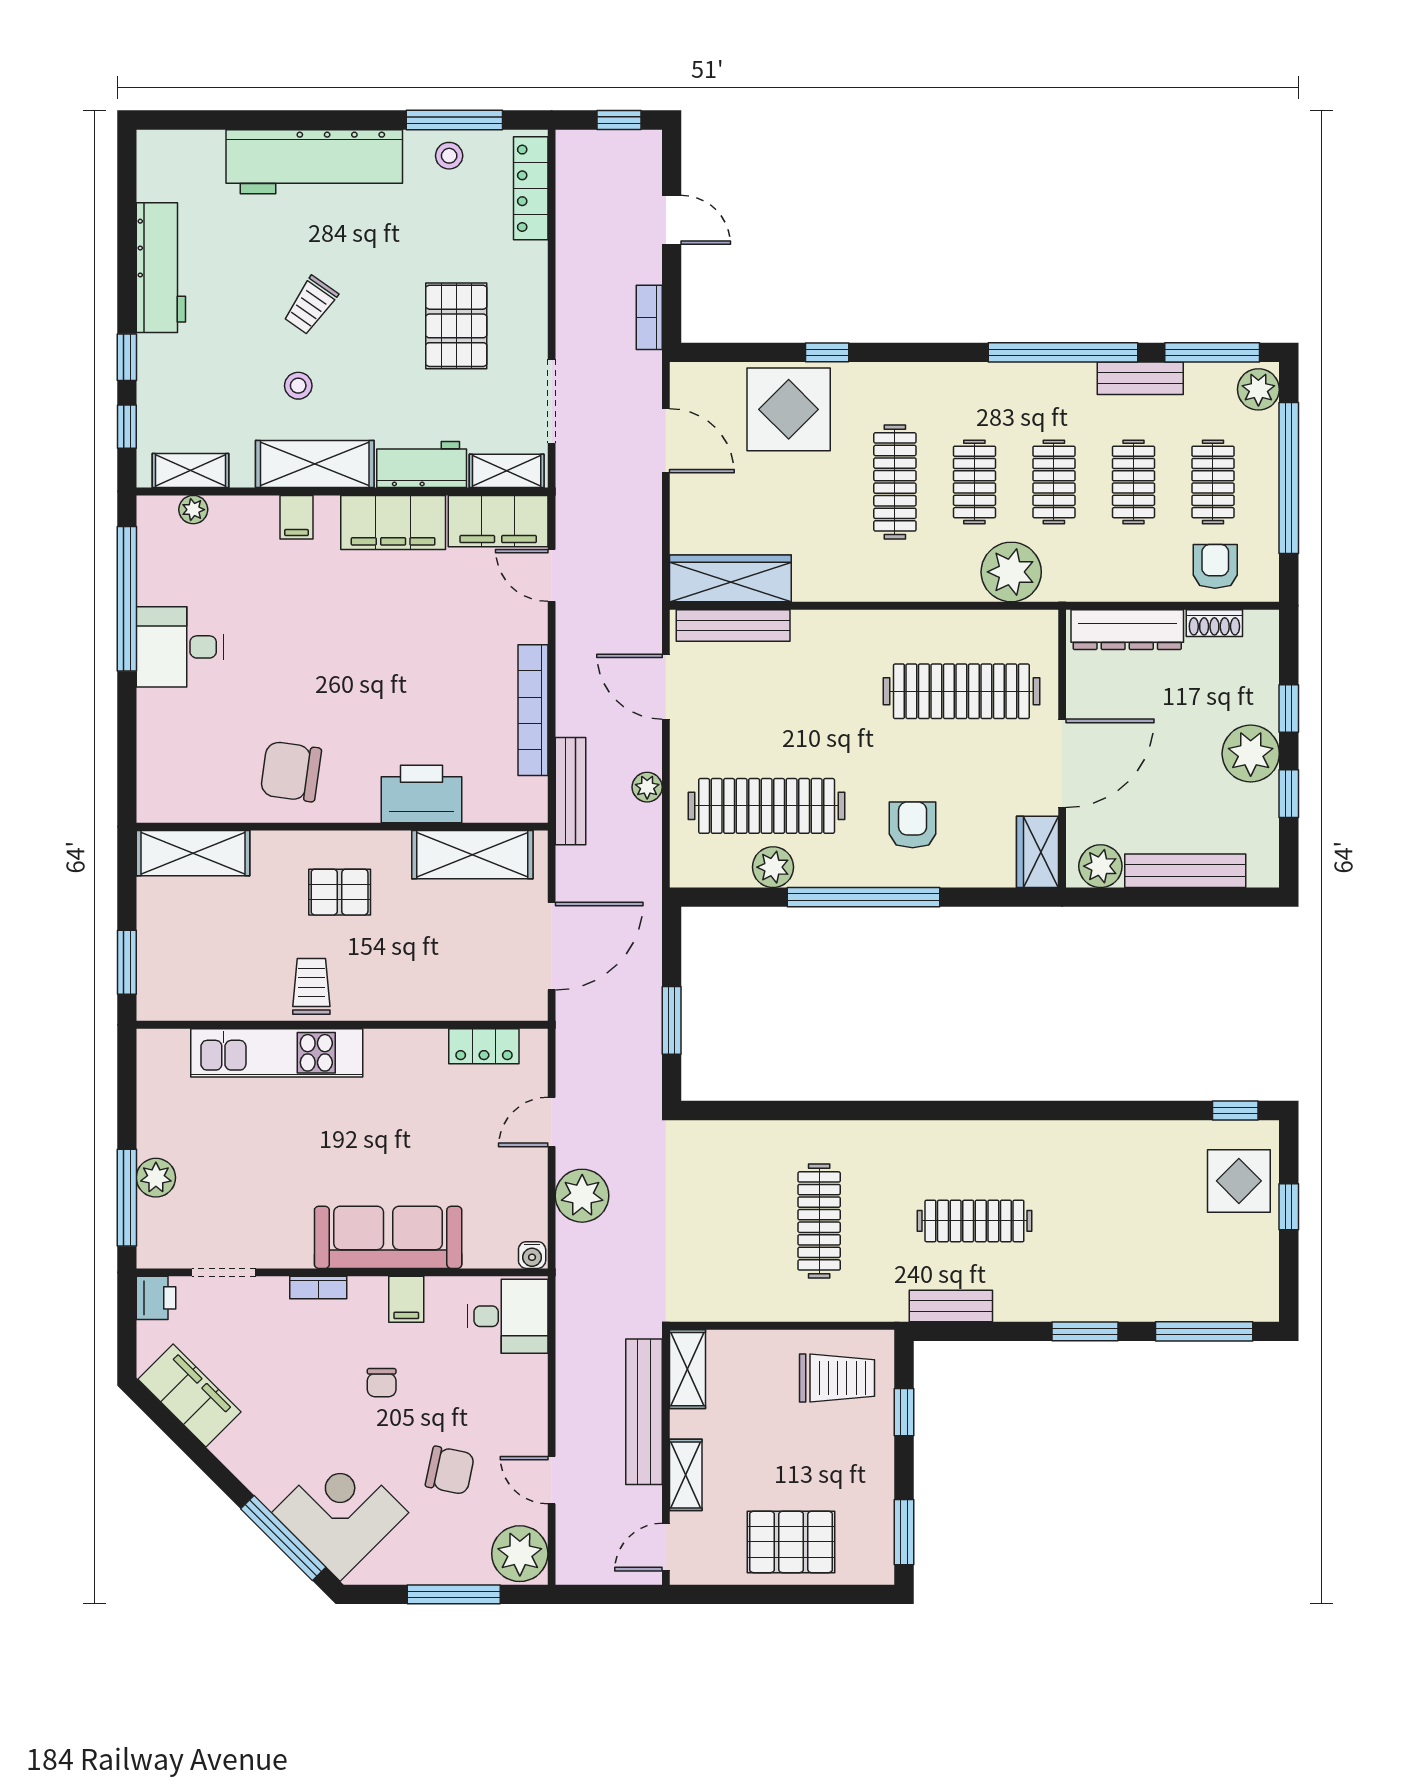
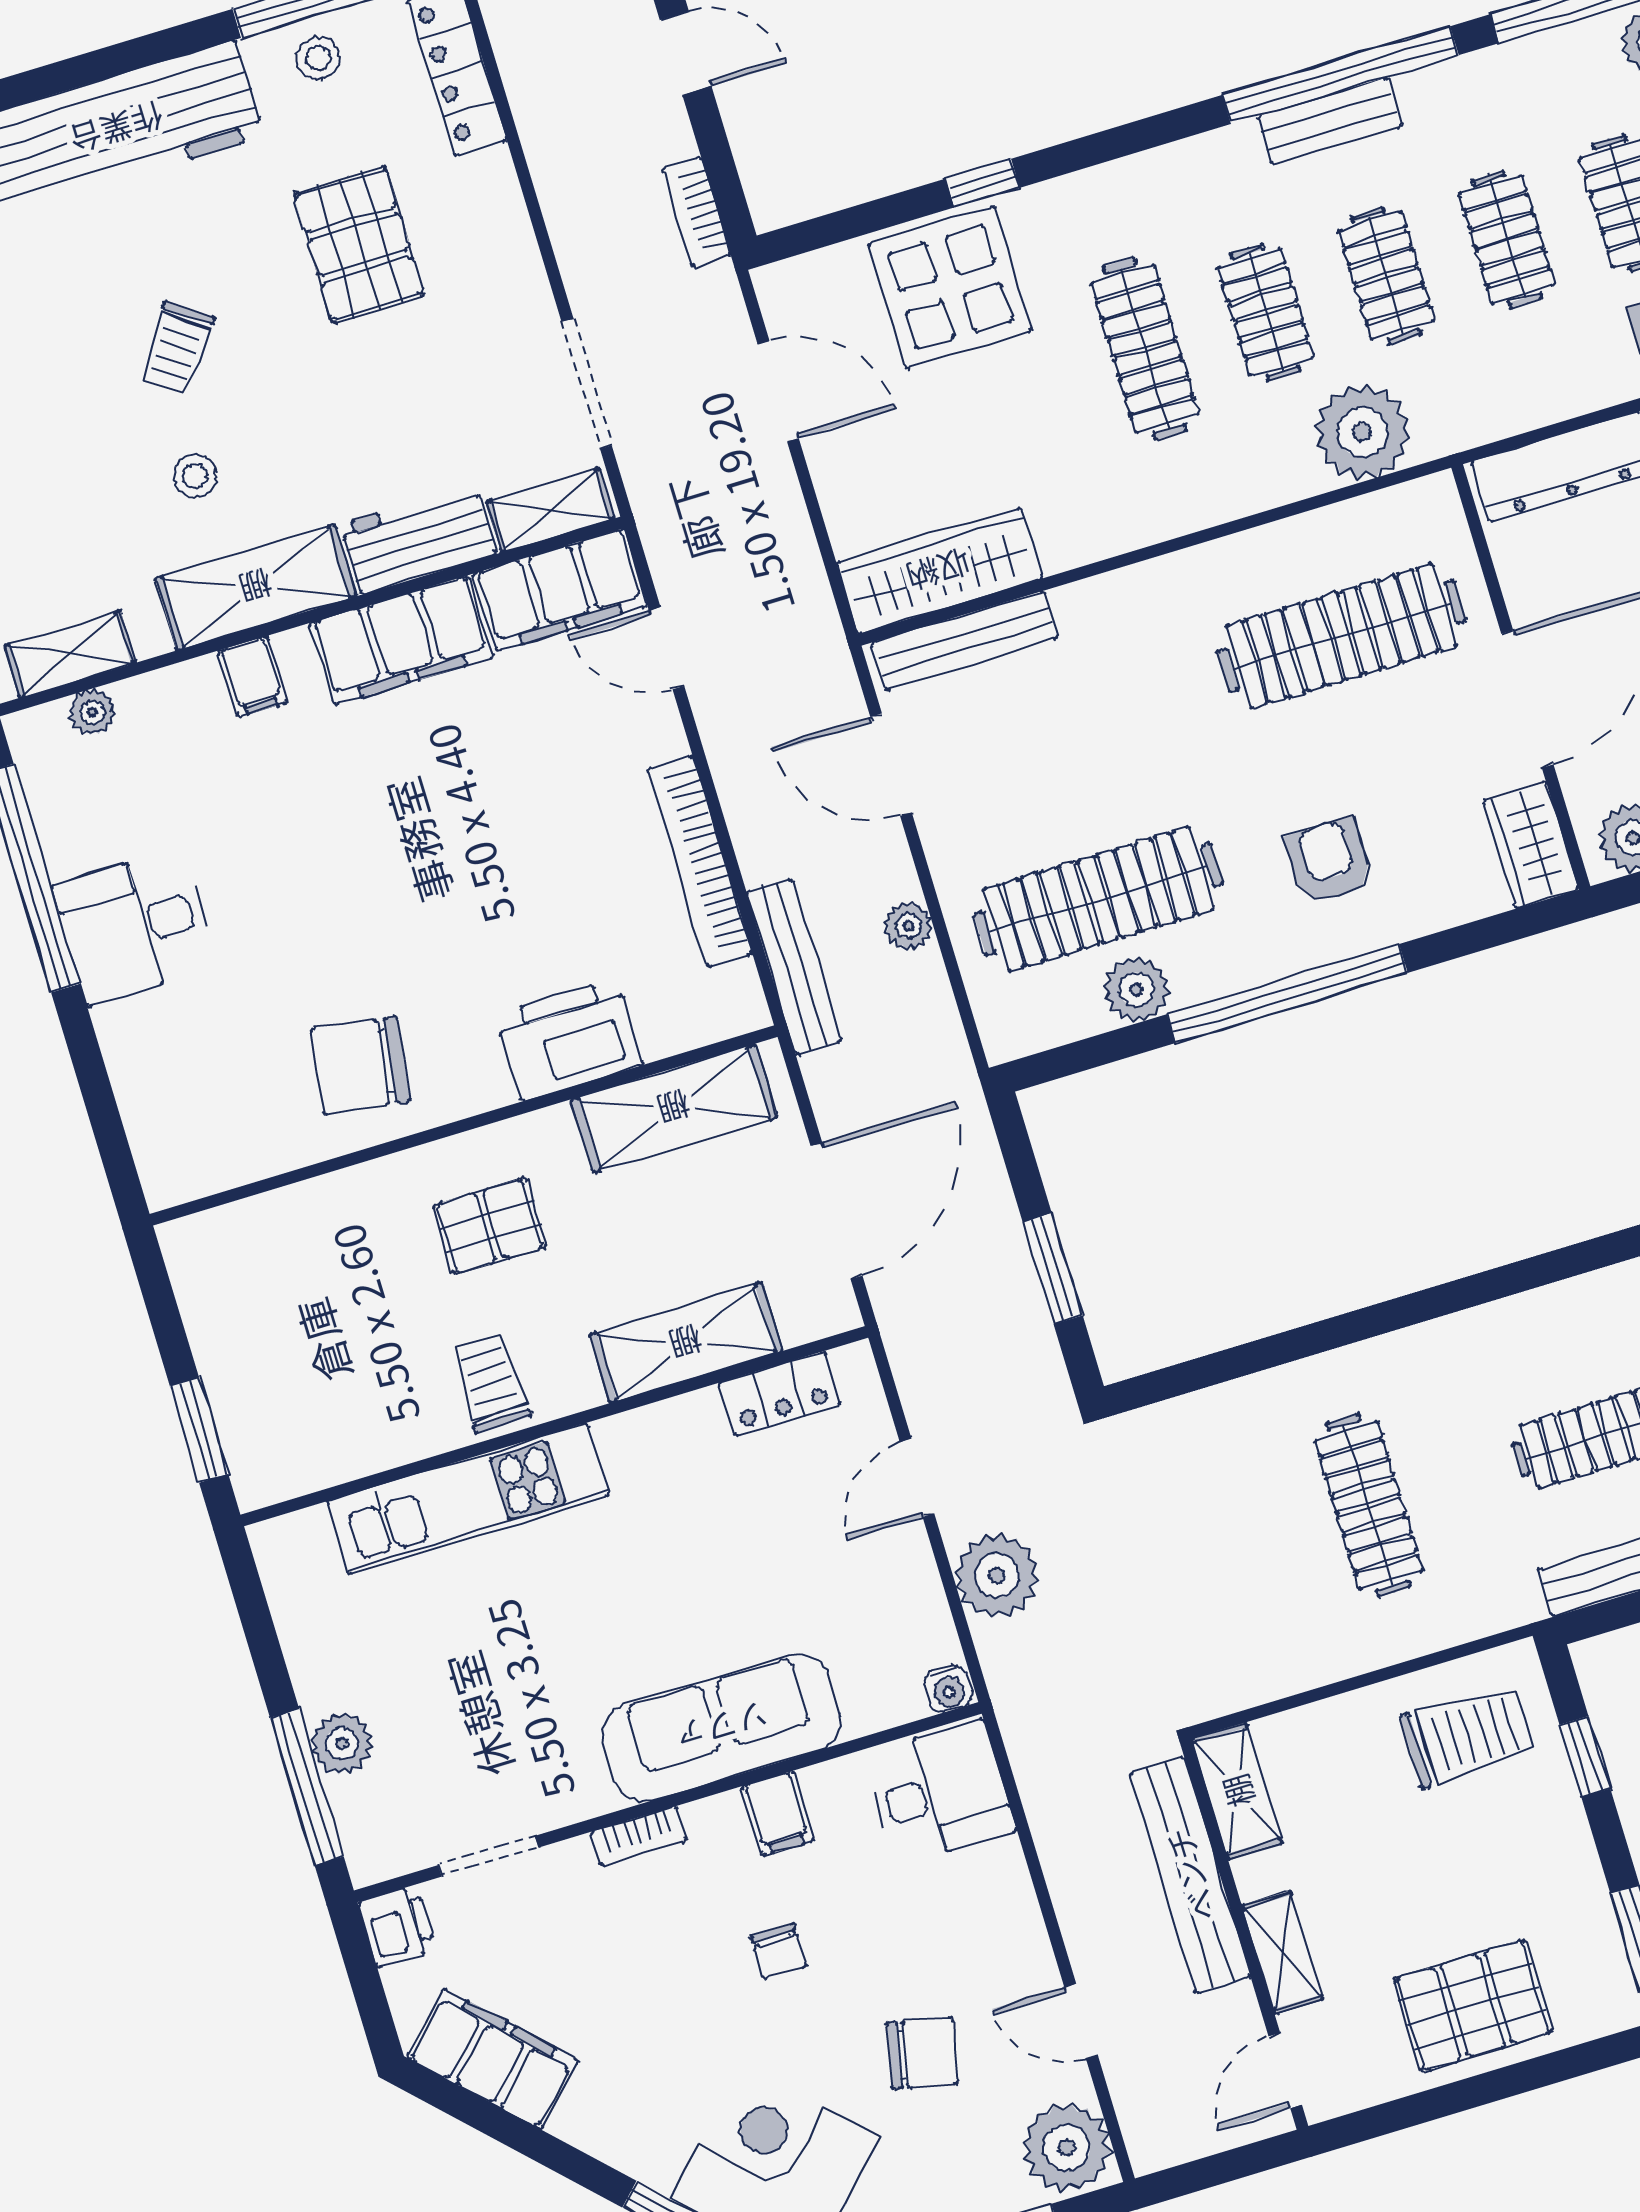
pallet: (456, 326) -> (359, 244), moved
bench: (1140, 378) -> (1330, 121), moved
shelving: (193, 853) -> (686, 1343), moved

